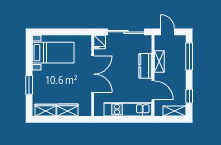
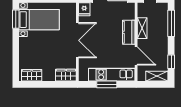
window: (29, 85) -> (16, 19), moved
wardrobe: (67, 110) -> (66, 75), moved
window: (123, 119) -> (107, 84), added

